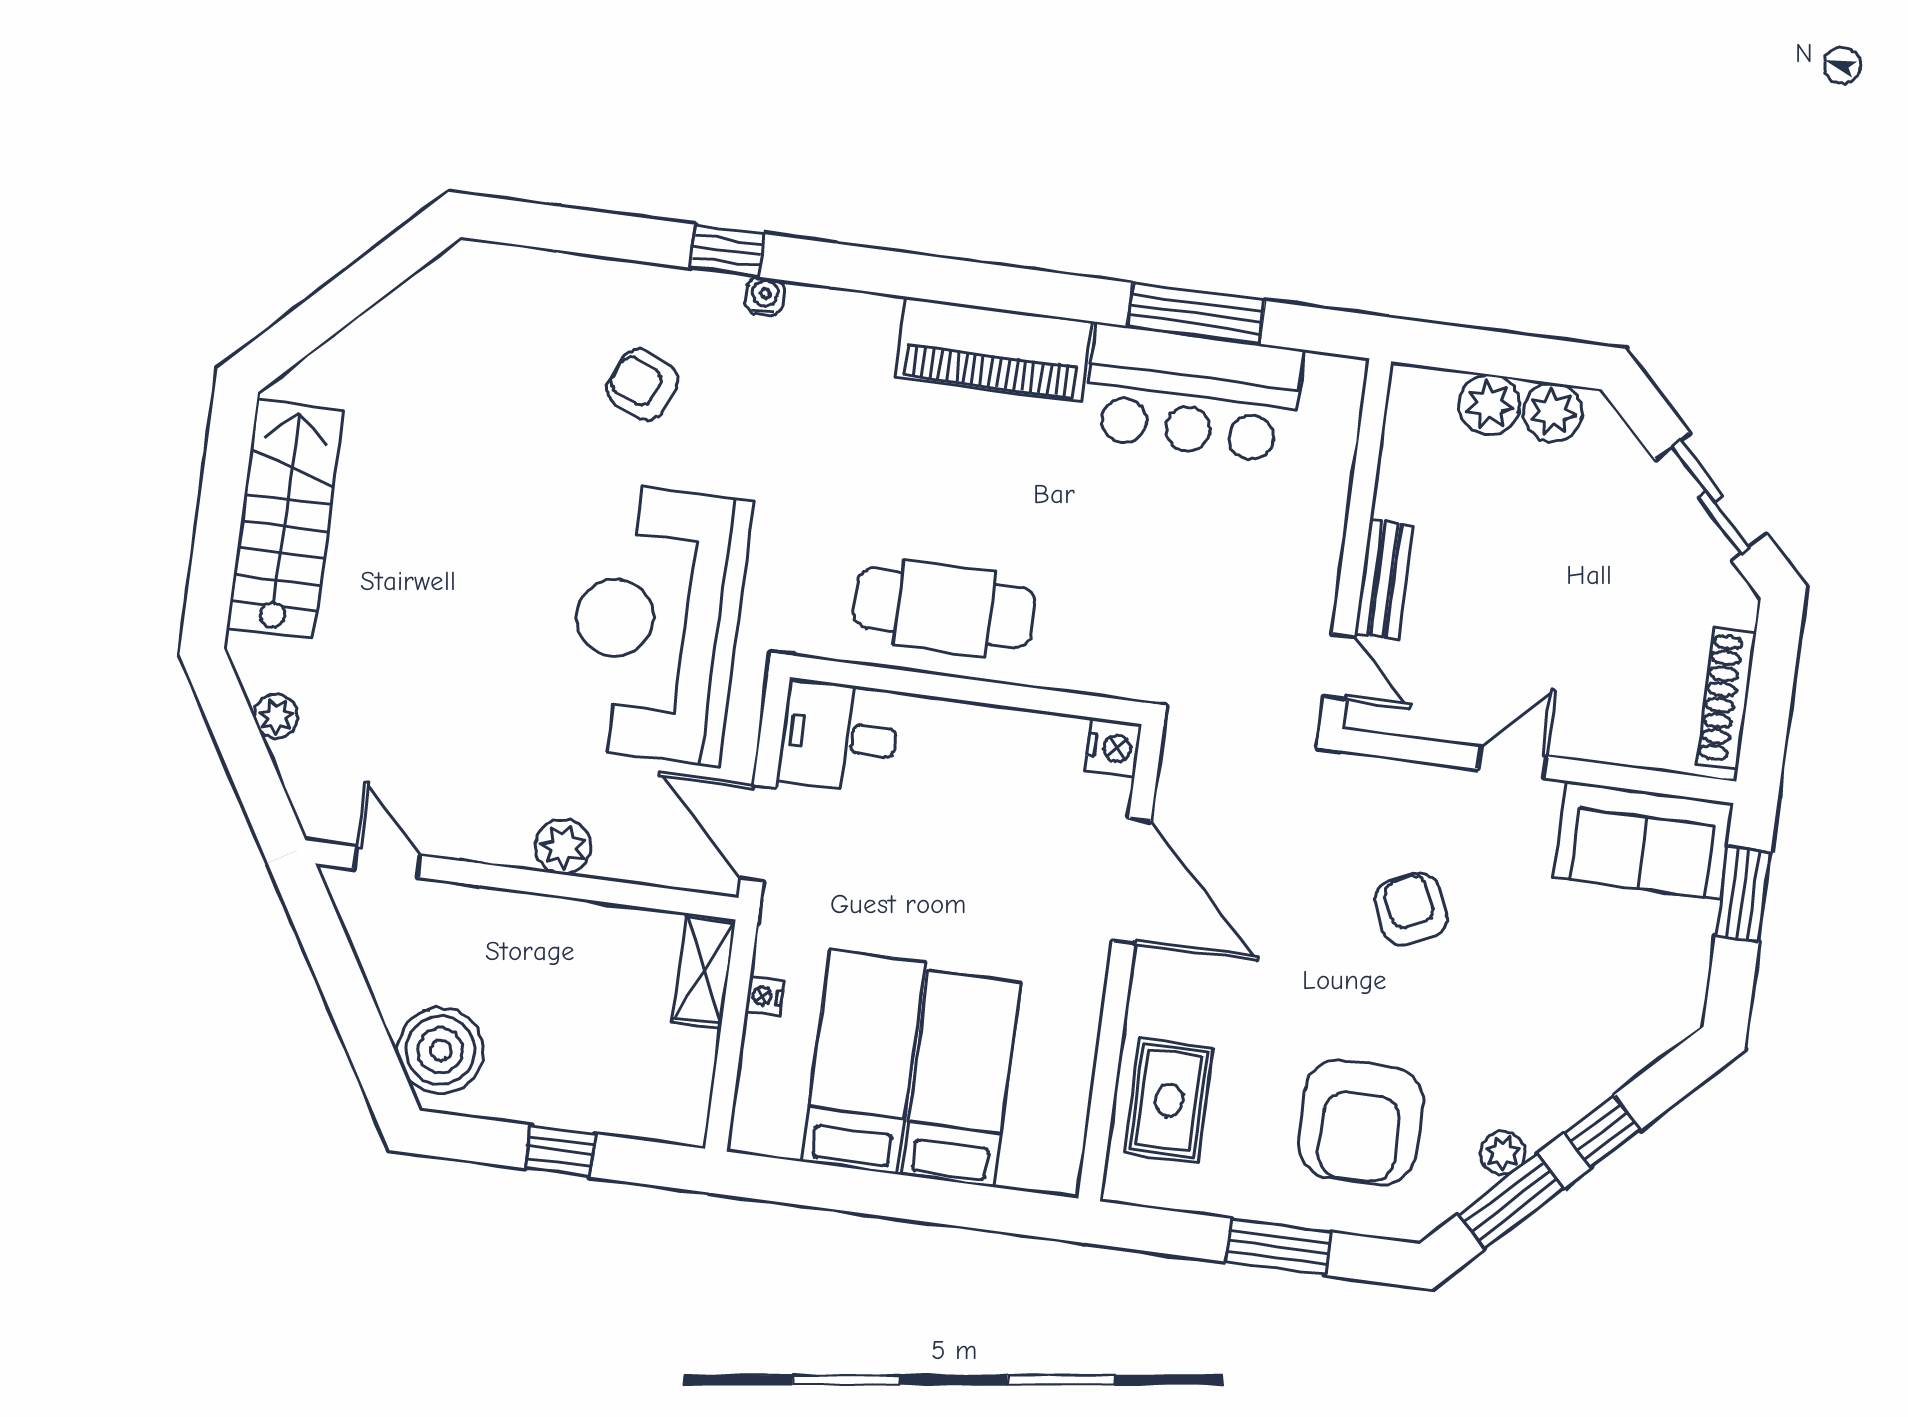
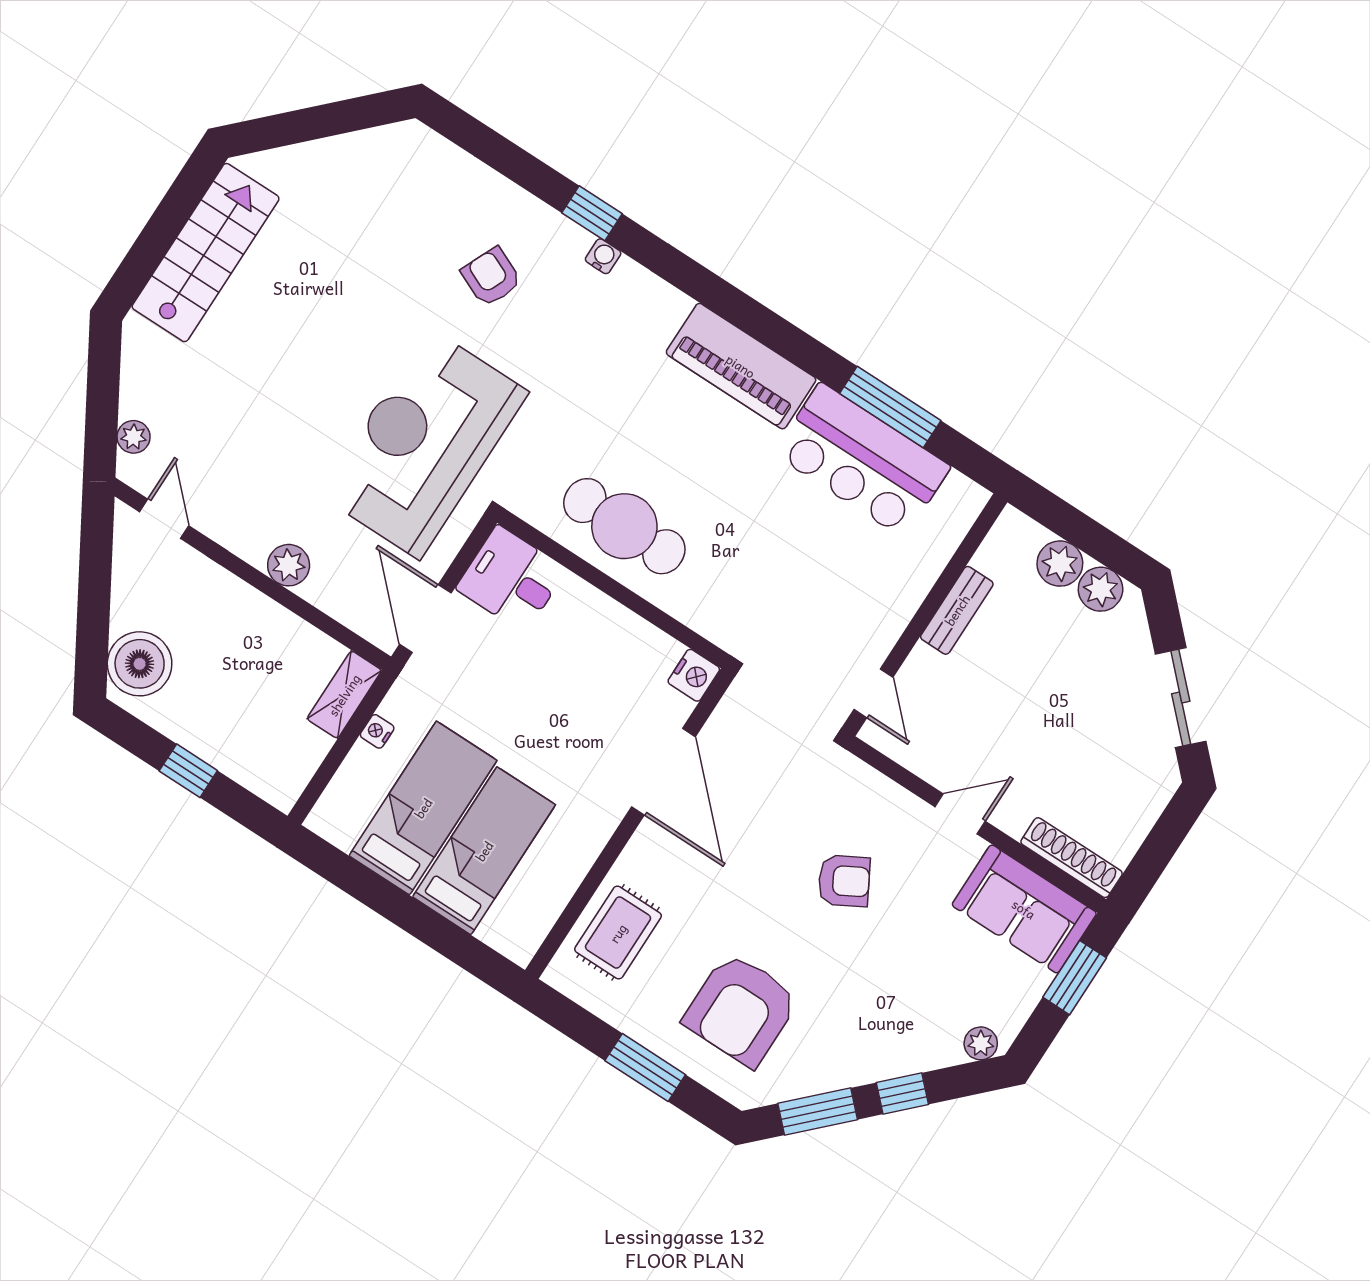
bench: (1384, 580) -> (957, 610), moved
shoe rack: (1726, 698) -> (1072, 858), moved, turned 90
plant: (276, 716) -> (134, 437), moved
armchair: (1411, 909) -> (844, 881), turned 85
plant: (1503, 1153) -> (981, 1043), moved

